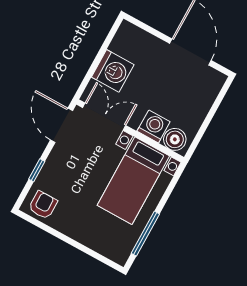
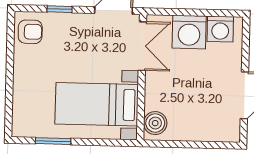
washing machine: (154, 126) -> (220, 29), moved, turned 90
window: (145, 234) -> (53, 141), width x0.69

